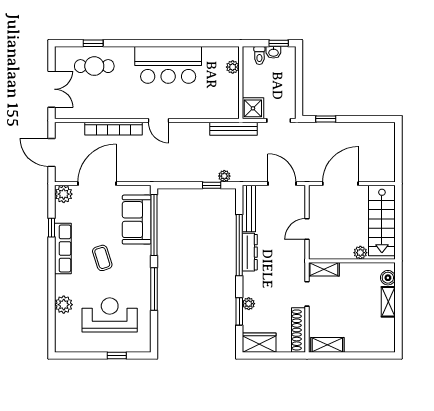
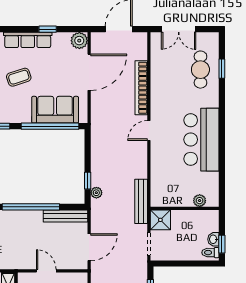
toilet: (259, 56) -> (210, 253), moved
door: (97, 184) -> (89, 72), hinge flipped
dresser: (250, 252) -> (24, 217), removed

